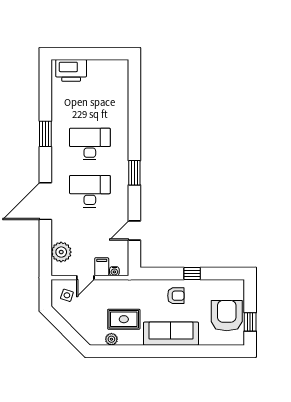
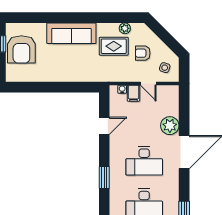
plant: (61, 252) -> (170, 126), moved
window: (192, 274) -> (52, 87), removed
door: (85, 278) -> (148, 84), swing flipped
armchair: (176, 296) -> (143, 53), moved

